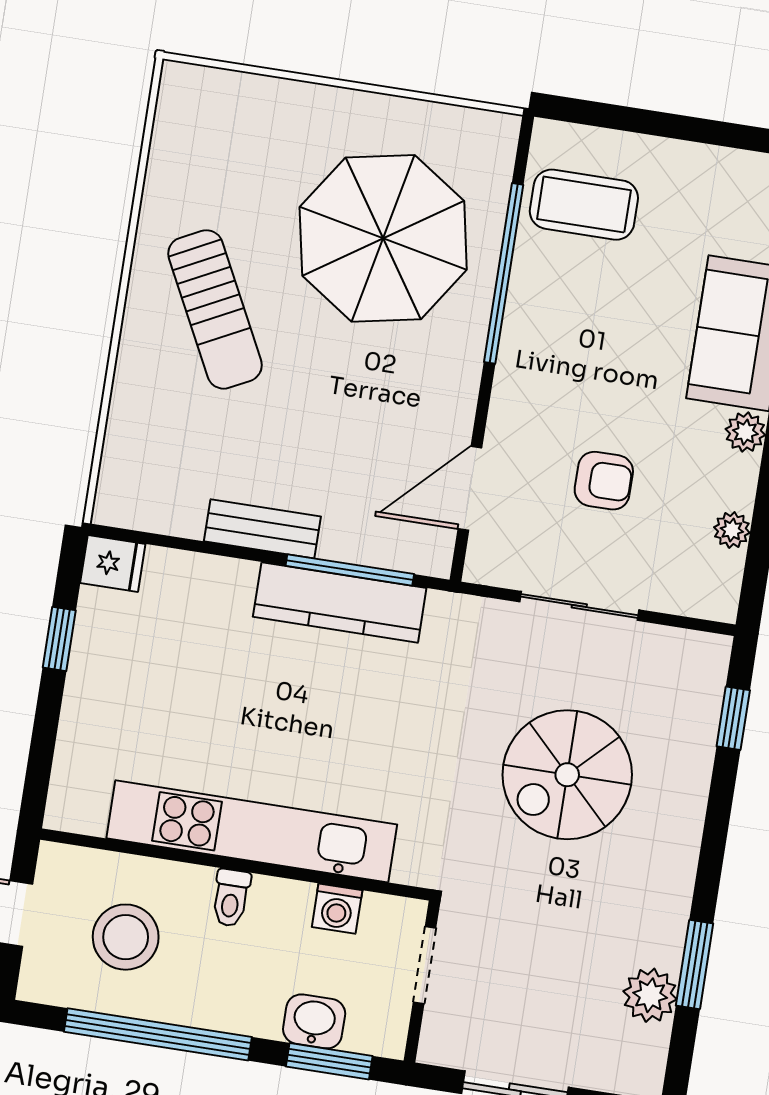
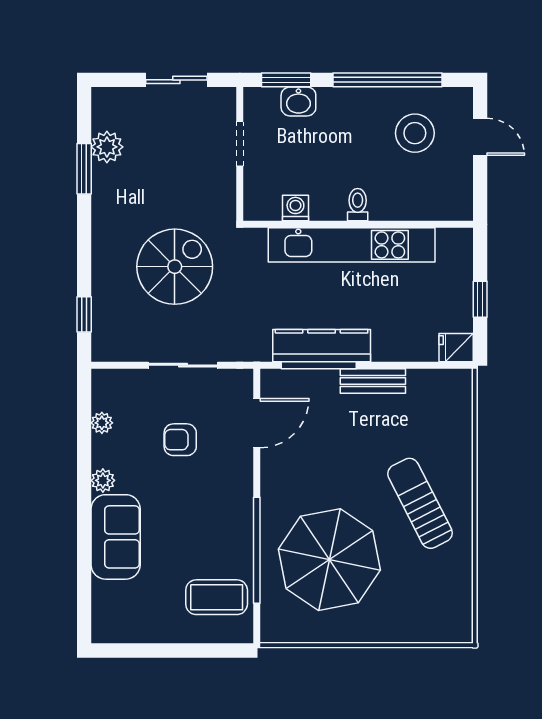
kitchen unit: (252, 831) -> (352, 245), moved
wall: (235, 864) -> (358, 224), moved
toilet: (231, 898) -> (358, 205), moved
washing machine: (337, 909) -> (295, 208), moved

